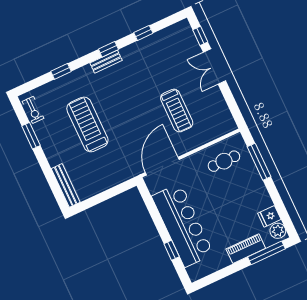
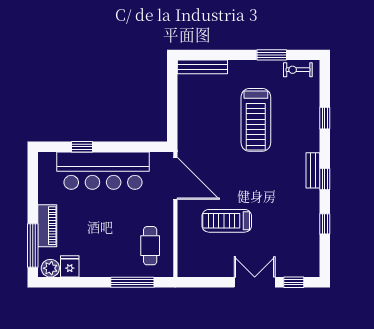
treadmill: (87, 124) -> (256, 120), turned 90

